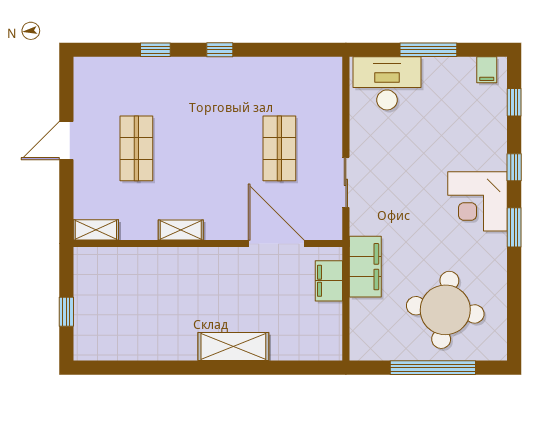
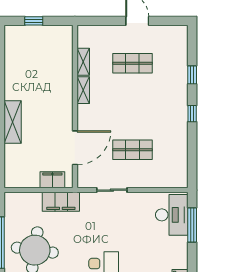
window: (428, 50) -> (192, 225), moved
shelving: (96, 230) -> (83, 62), moved

